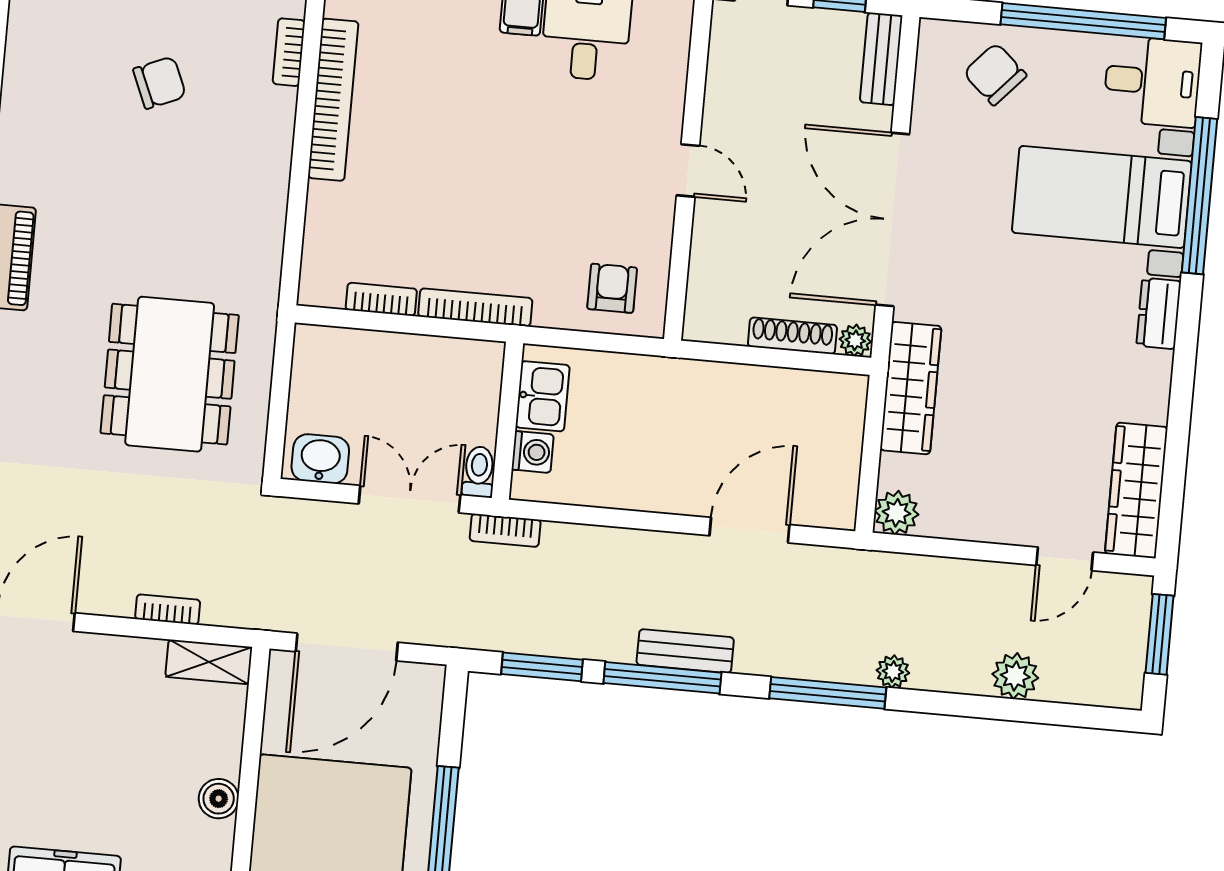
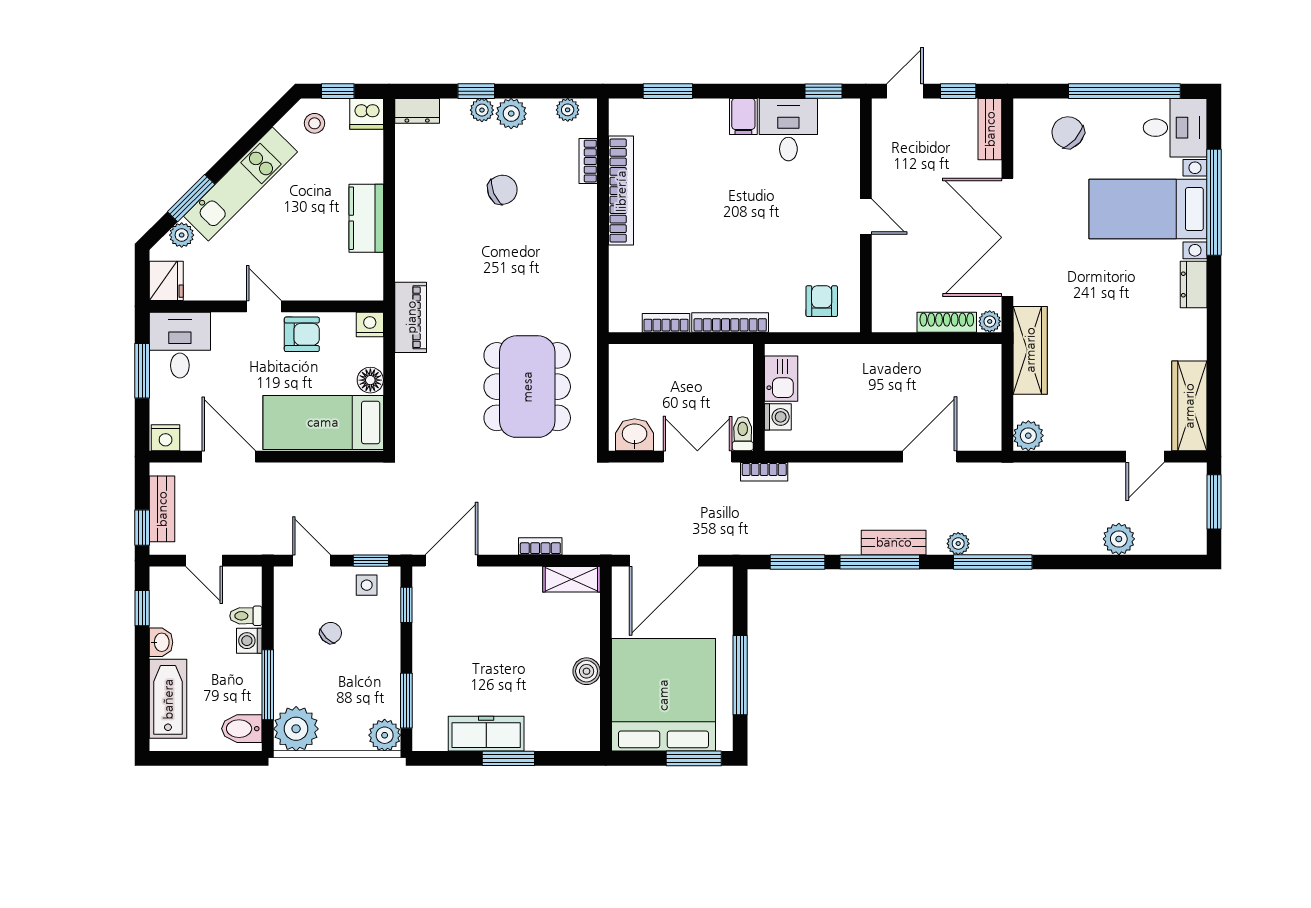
plant: (893, 672) -> (958, 544), moved

